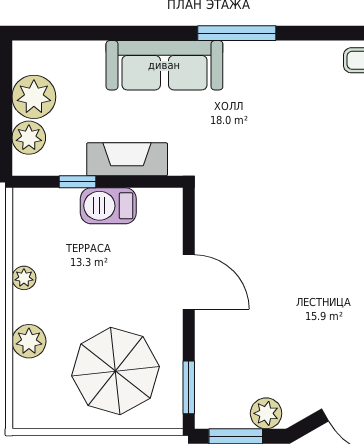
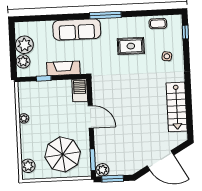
rug: (296, 112) -> (131, 46), added
barbecue: (108, 206) -> (80, 90), moved, turned 90
plant: (29, 341) -> (28, 166), moved
plant: (266, 413) -> (102, 170), moved

